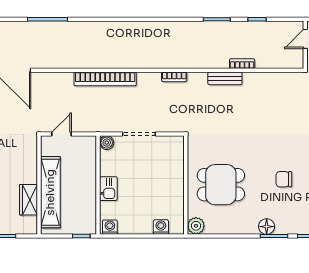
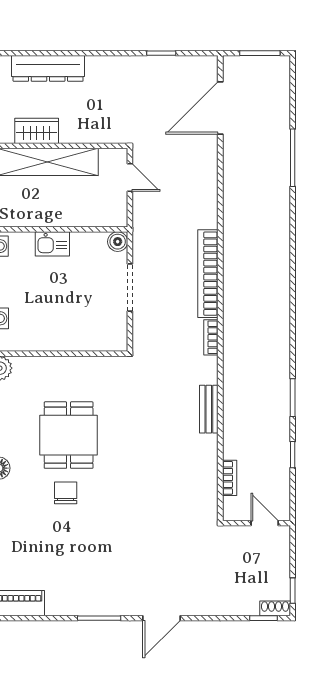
bookcase: (242, 64) -> (230, 478), moved
bookcase: (105, 79) -> (208, 274), moved
dining table: (221, 185) -> (69, 435), moved

